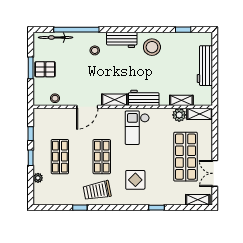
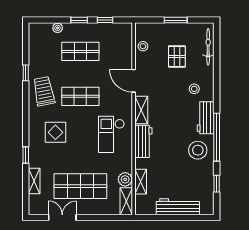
window: (76, 30) -> (217, 137), moved
pallet: (45, 69) -> (177, 56), moved
checkout: (137, 128) -> (111, 134), turned -90
shelving: (198, 200) -> (34, 181), moved

